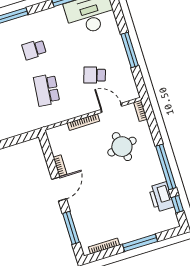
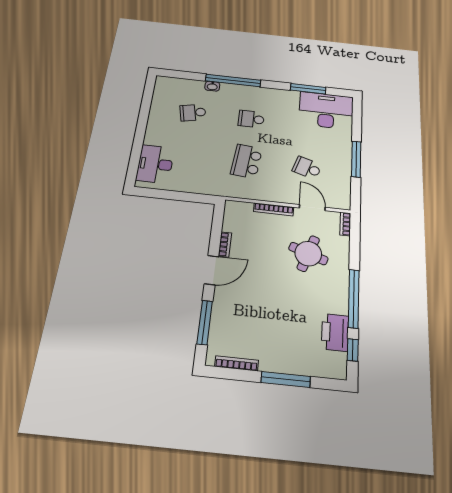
round table: (122, 147) -> (308, 254), turned 31

